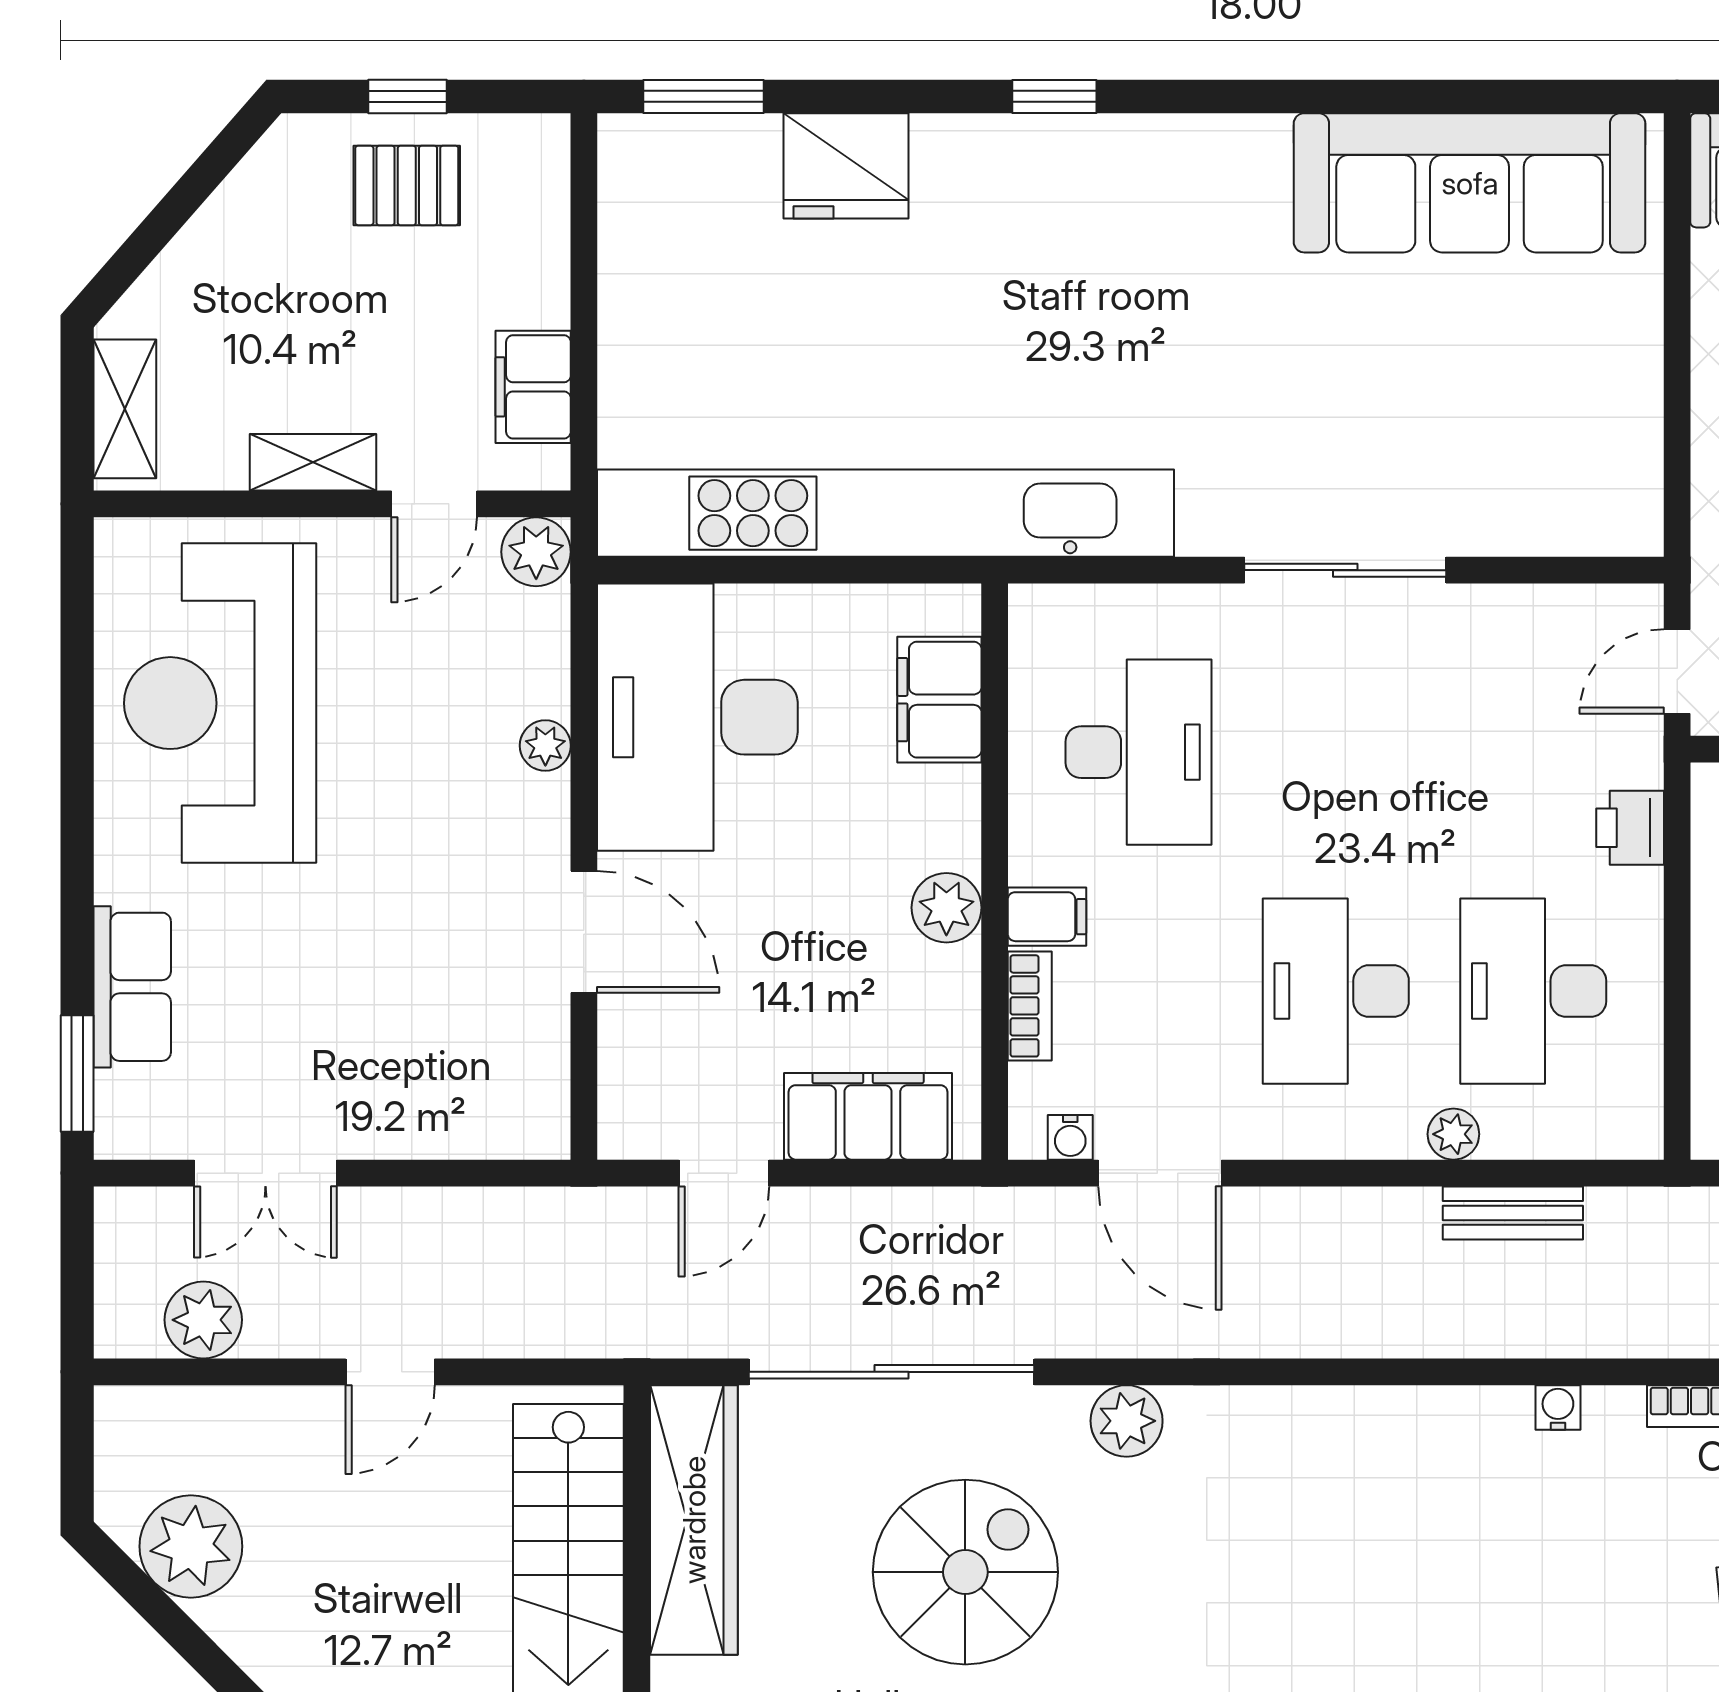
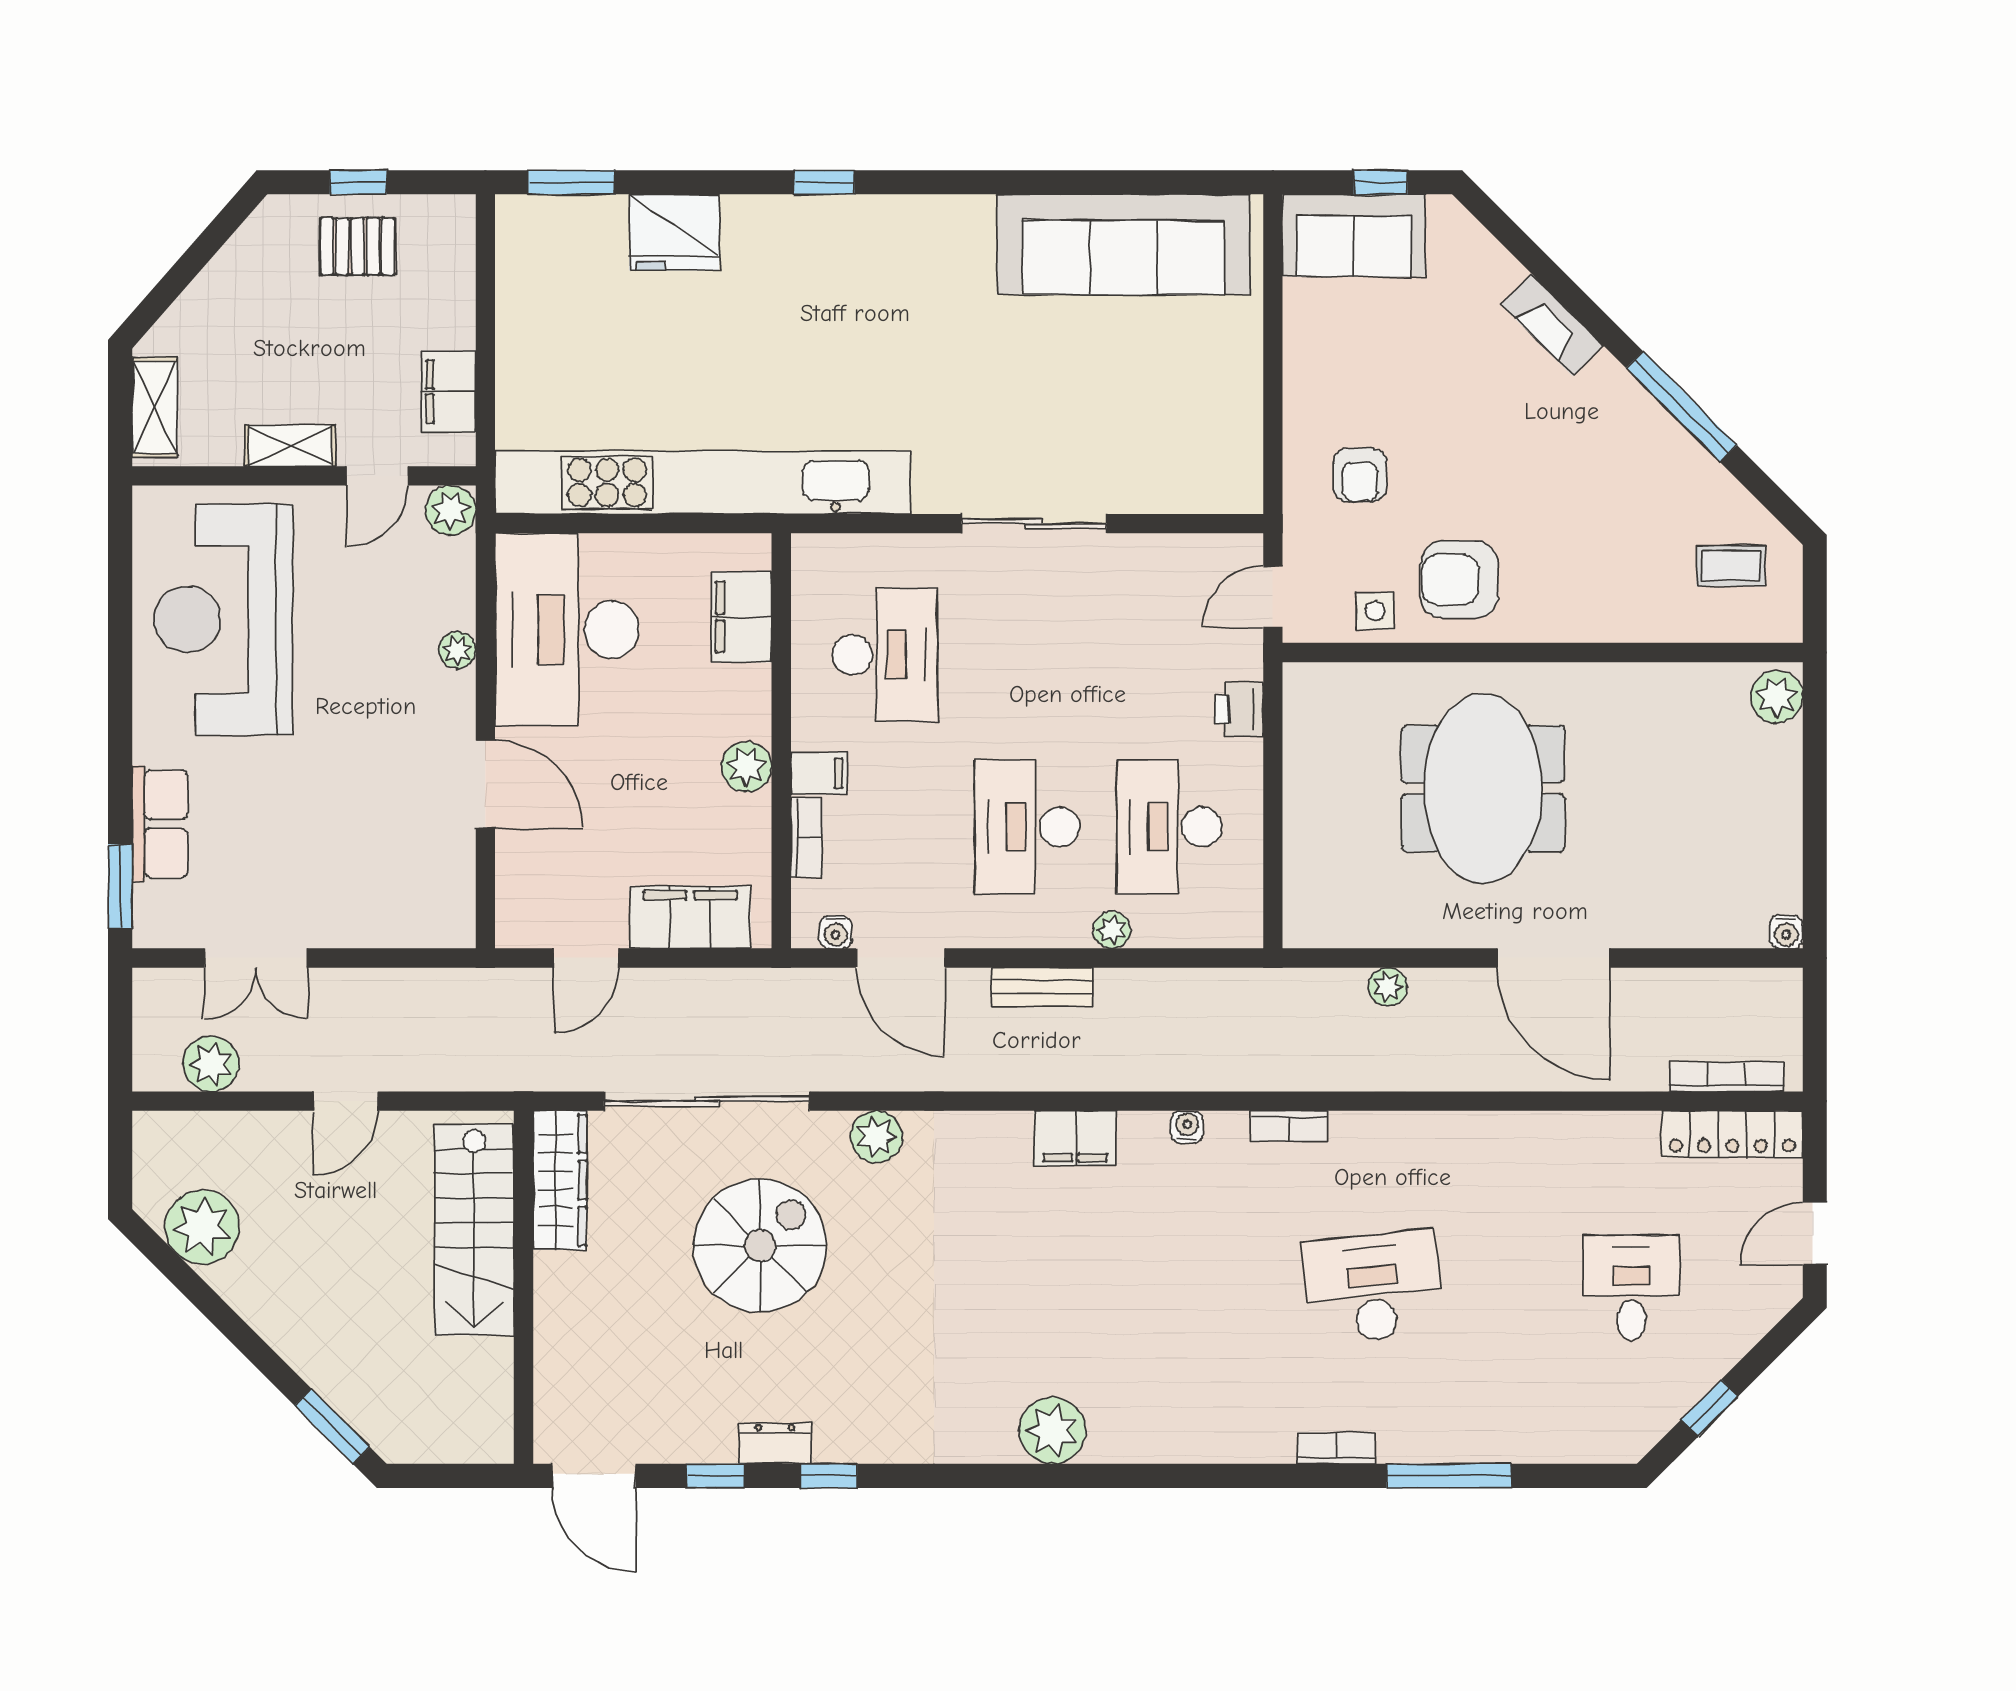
bench: (1513, 1213) -> (1042, 987), moved
filing cabinet: (1402, 1423) -> (1075, 1138), added
wardrobe: (694, 1520) -> (560, 1180), width x0.71, depth x0.85

